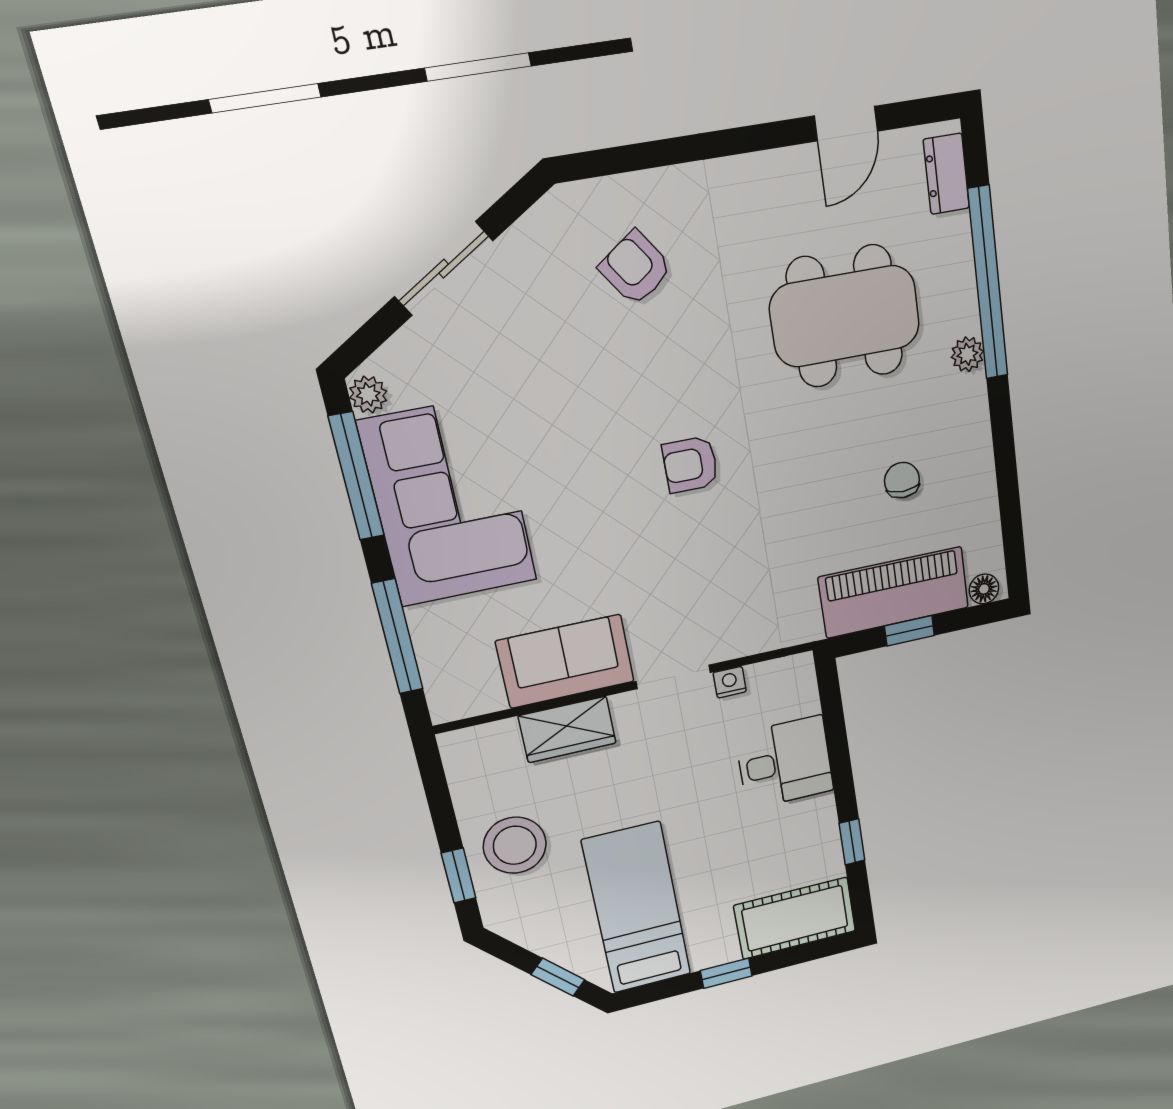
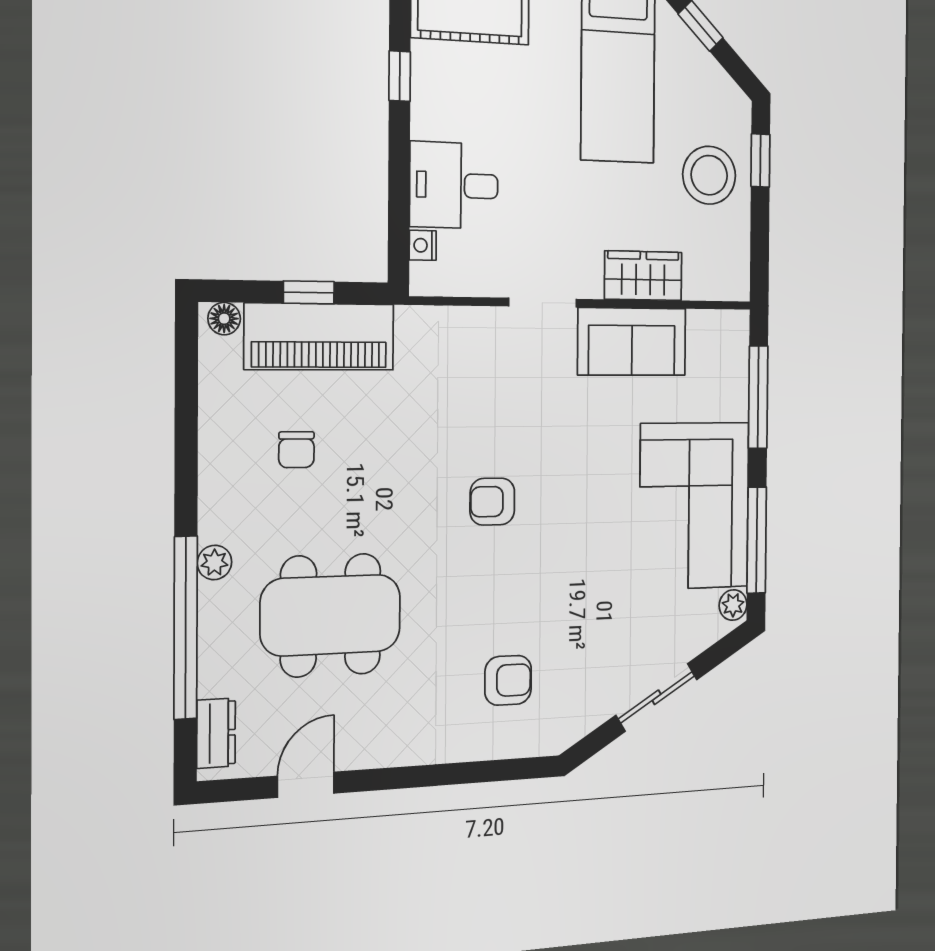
armchair: (635, 268) -> (508, 680), turned -55
armchair: (690, 465) -> (492, 502), turned 180
nightstand: (730, 682) -> (423, 245), moved, turned 90

